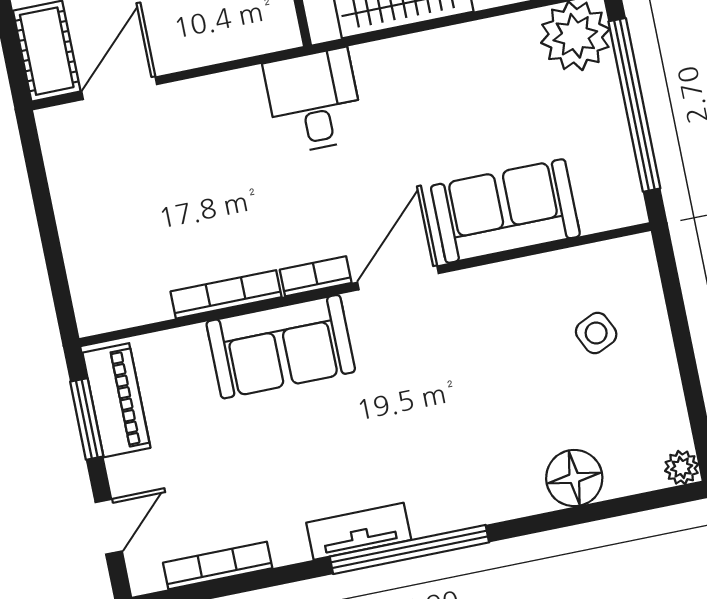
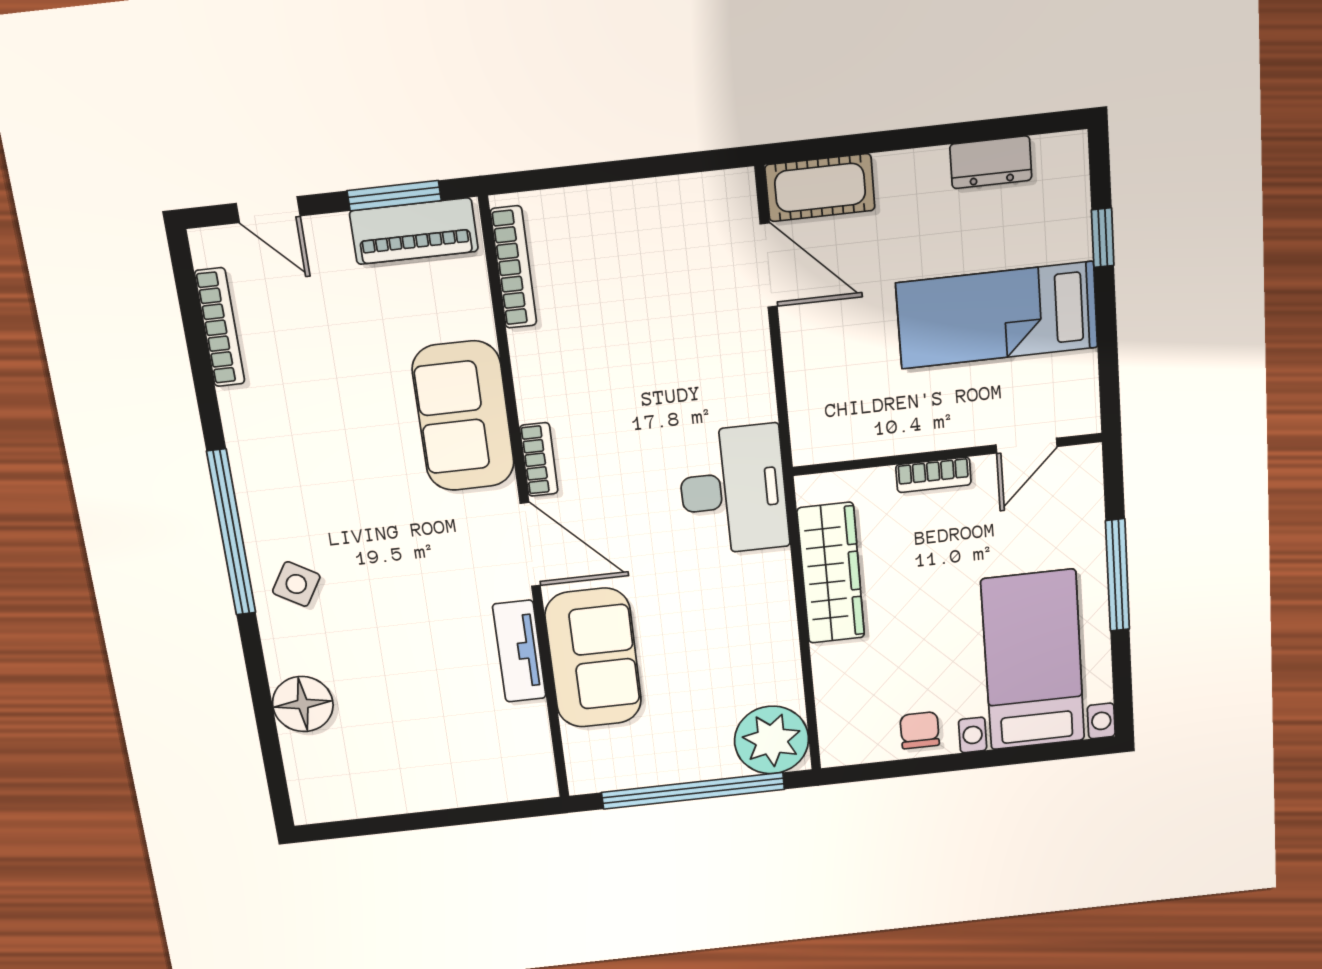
desk: (314, 101) -> (733, 490), width x1.37
bookcase: (226, 294) -> (513, 267), moved
side table: (596, 333) -> (296, 584), moved, turned -34
plant: (682, 468) -> (309, 808), removed
tv unit: (359, 531) -> (519, 651), moved, turned 180

